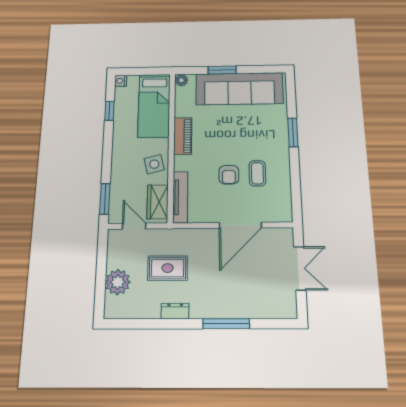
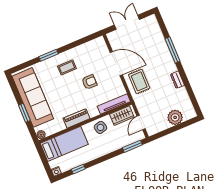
coffee table: (257, 173) -> (67, 67), moved
rug: (168, 268) -> (139, 81), moved

